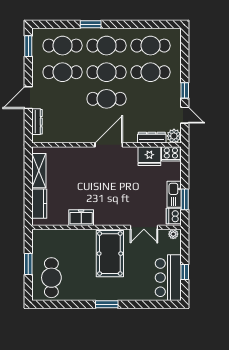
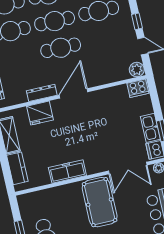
dresser: (152, 138) -> (42, 93), moved
fridge: (149, 156) -> (40, 113), moved
freezer: (81, 218) -> (67, 171), width x1.40
double door: (144, 227) -> (128, 168), width x1.37

